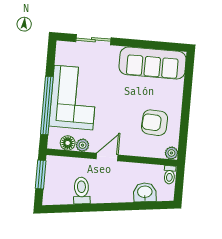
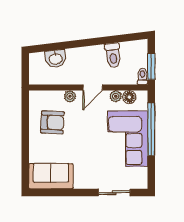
sofa: (153, 63) -> (51, 176), width x0.73
plant: (171, 153) -> (70, 96), moved
toilet: (170, 175) -> (142, 76), moved

